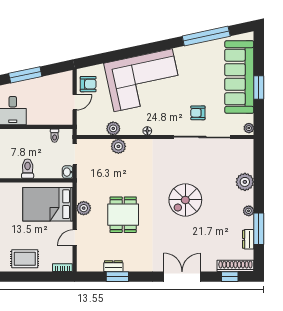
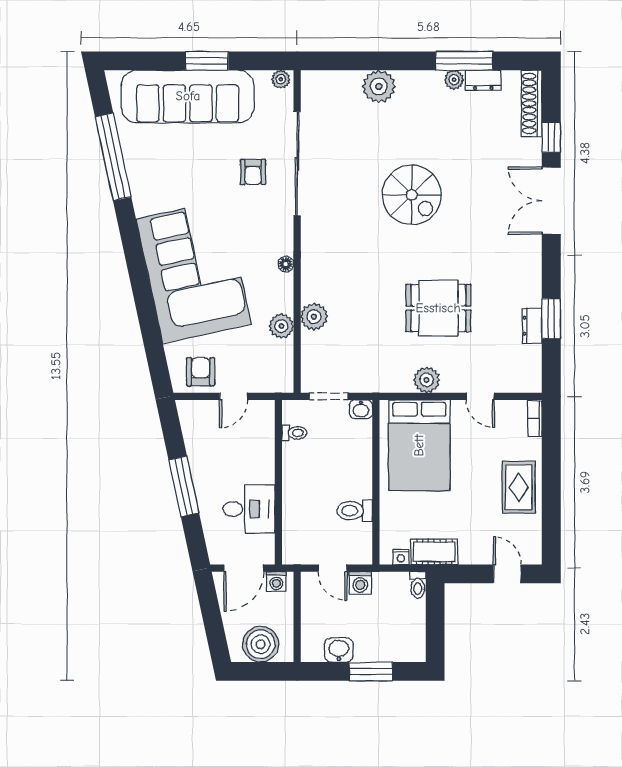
door: (75, 102) -> (234, 396), swing flipped
toilet: (28, 169) -> (355, 511), moved
plant: (249, 211) -> (454, 80), moved
window: (230, 277) -> (551, 137), moved

